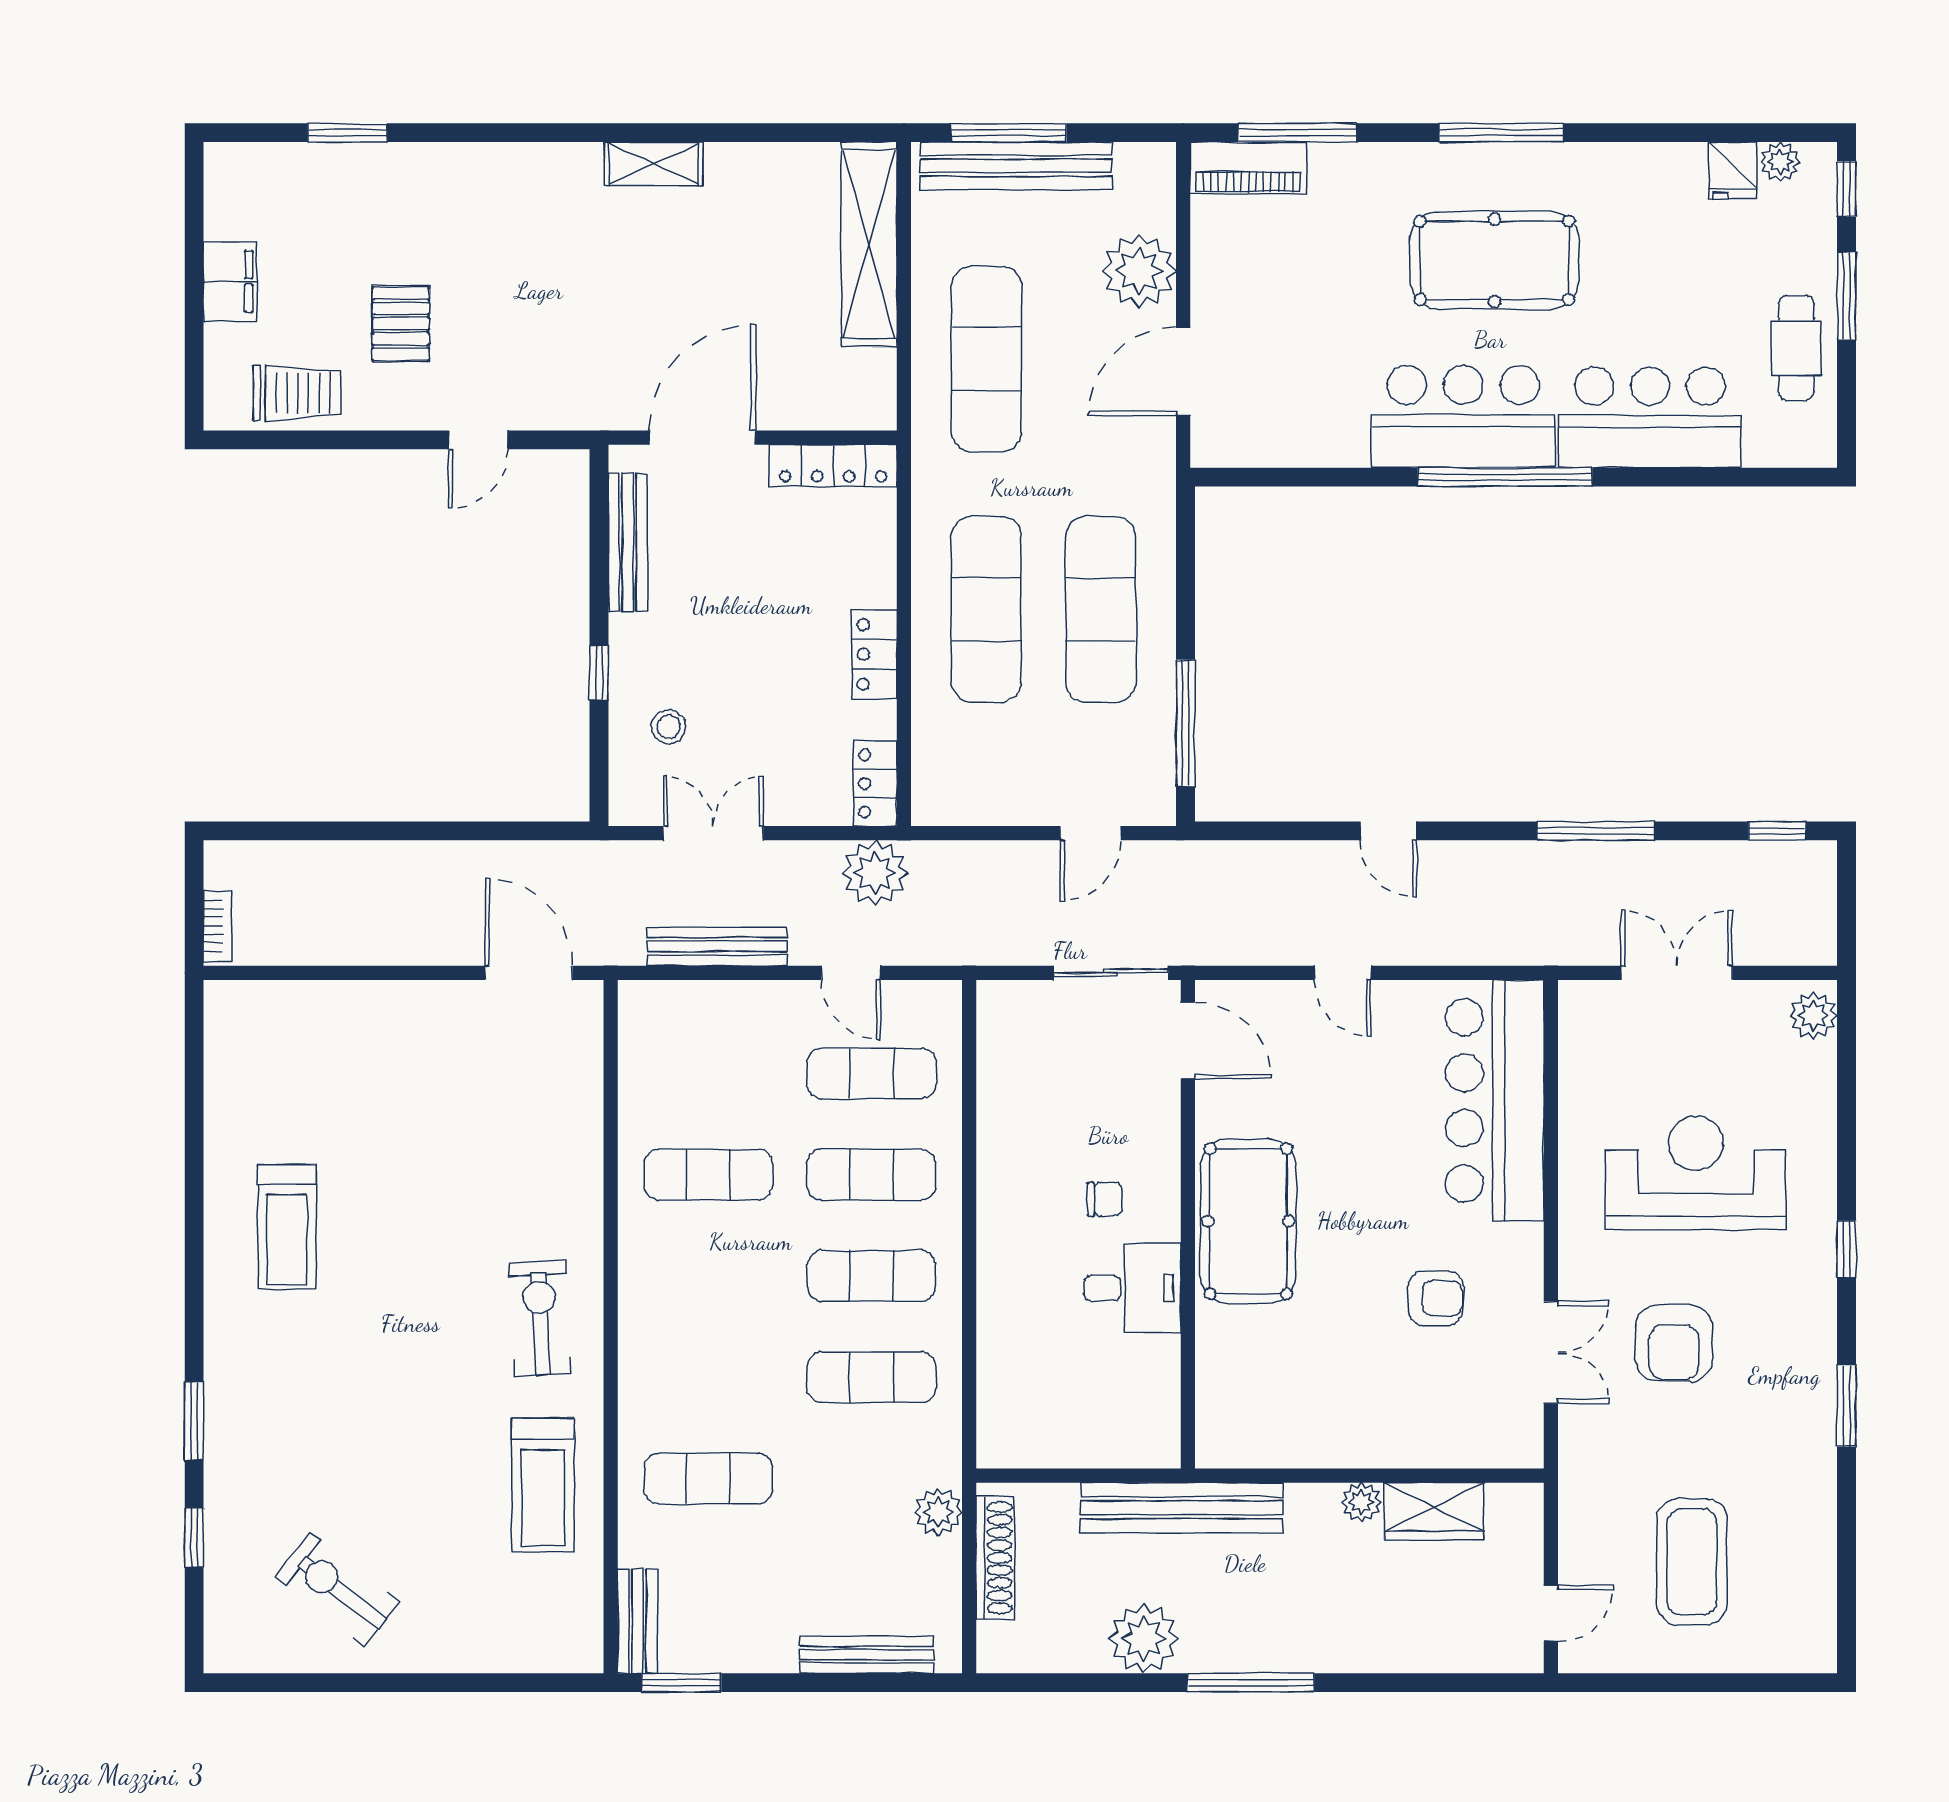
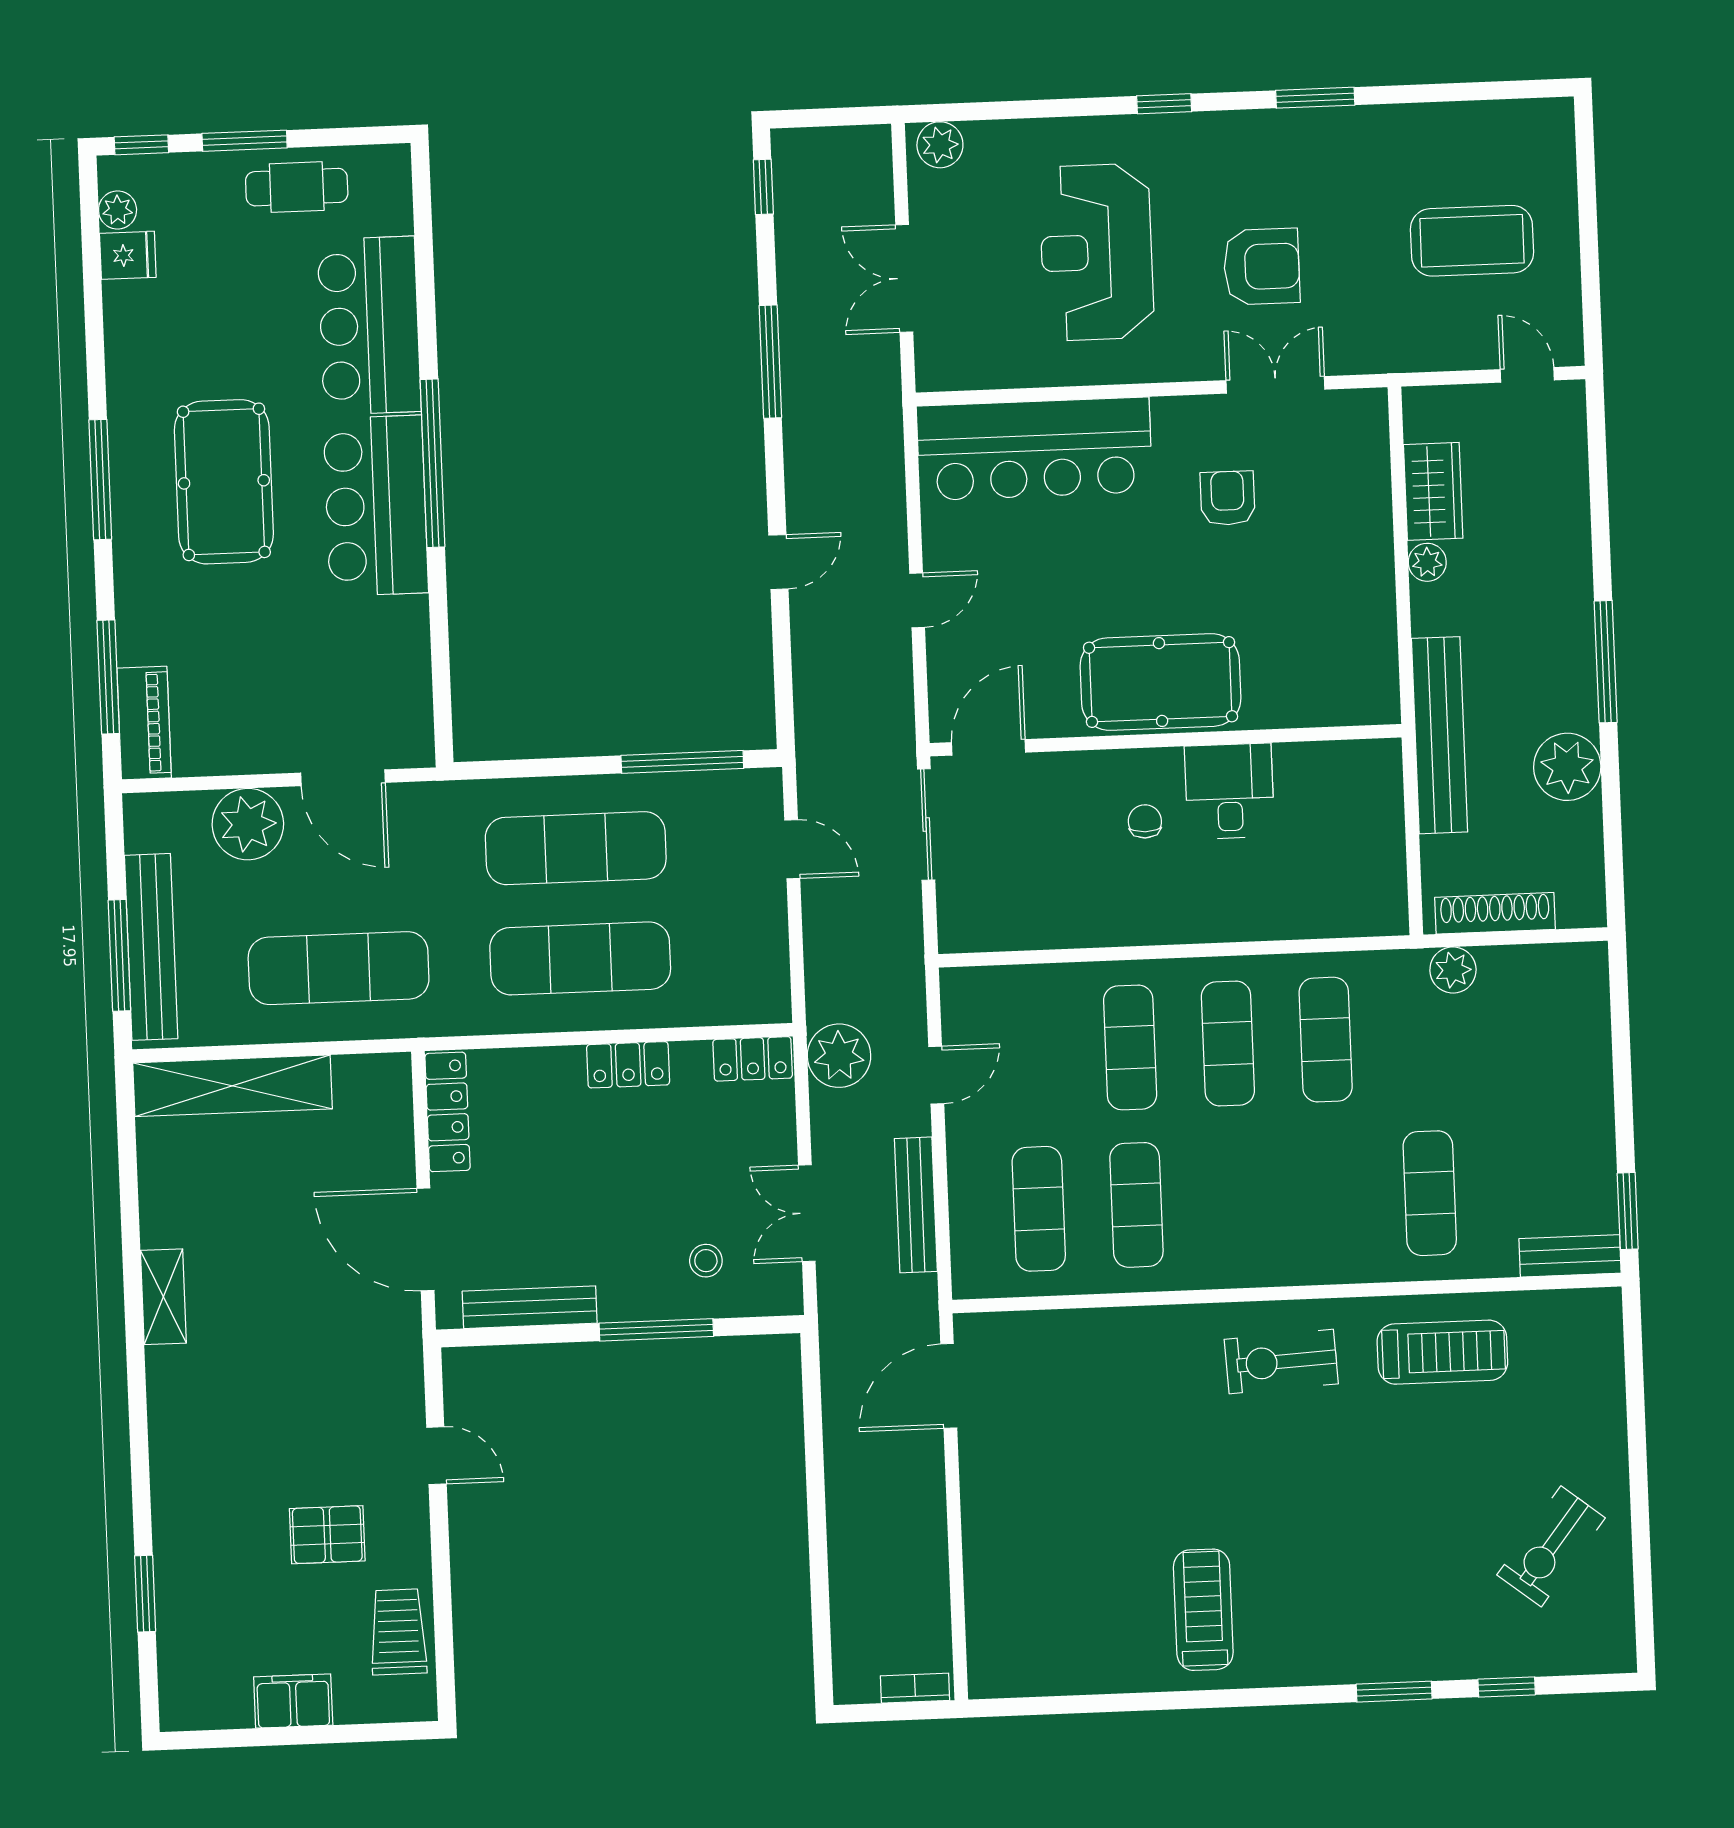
window: (599, 673) -> (656, 1330), width x2.17
exercise mat: (871, 1073) -> (1039, 1209), moved
treadmill: (287, 1227) -> (1203, 1610), turned -90
bench: (866, 1655) -> (1594, 1034), removed

